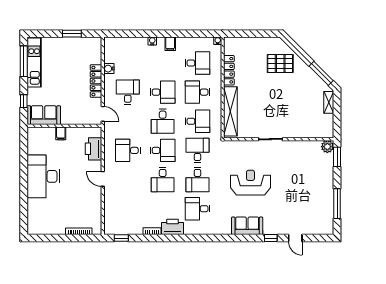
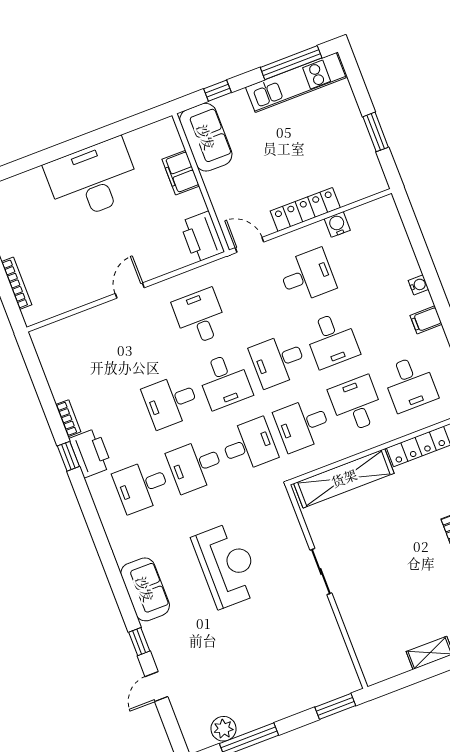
door: (103, 114) -> (249, 245), swing flipped
desk: (198, 121) -> (303, 425), turned 90
filing cabinet: (61, 133) -> (181, 173), width x2.00
plant: (327, 147) -> (223, 729), moved
printer: (93, 149) -> (202, 237), moved, turned -90
desk: (198, 209) -> (142, 486), turned -90
window: (121, 238) -> (68, 456), moved

